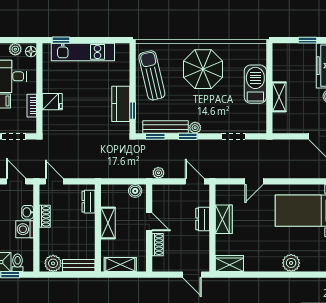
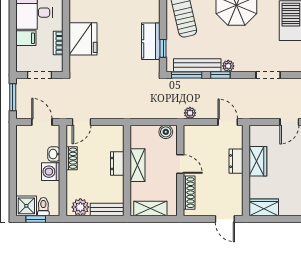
fridge: (52, 102) -> (83, 39), width x1.88, depth x1.34
window: (155, 136) -> (187, 75), width x1.50
door: (54, 181) -> (82, 122), swing flipped
dresser: (89, 202) -> (117, 163), moved
shoe rack: (158, 245) -> (189, 193), width x1.43

